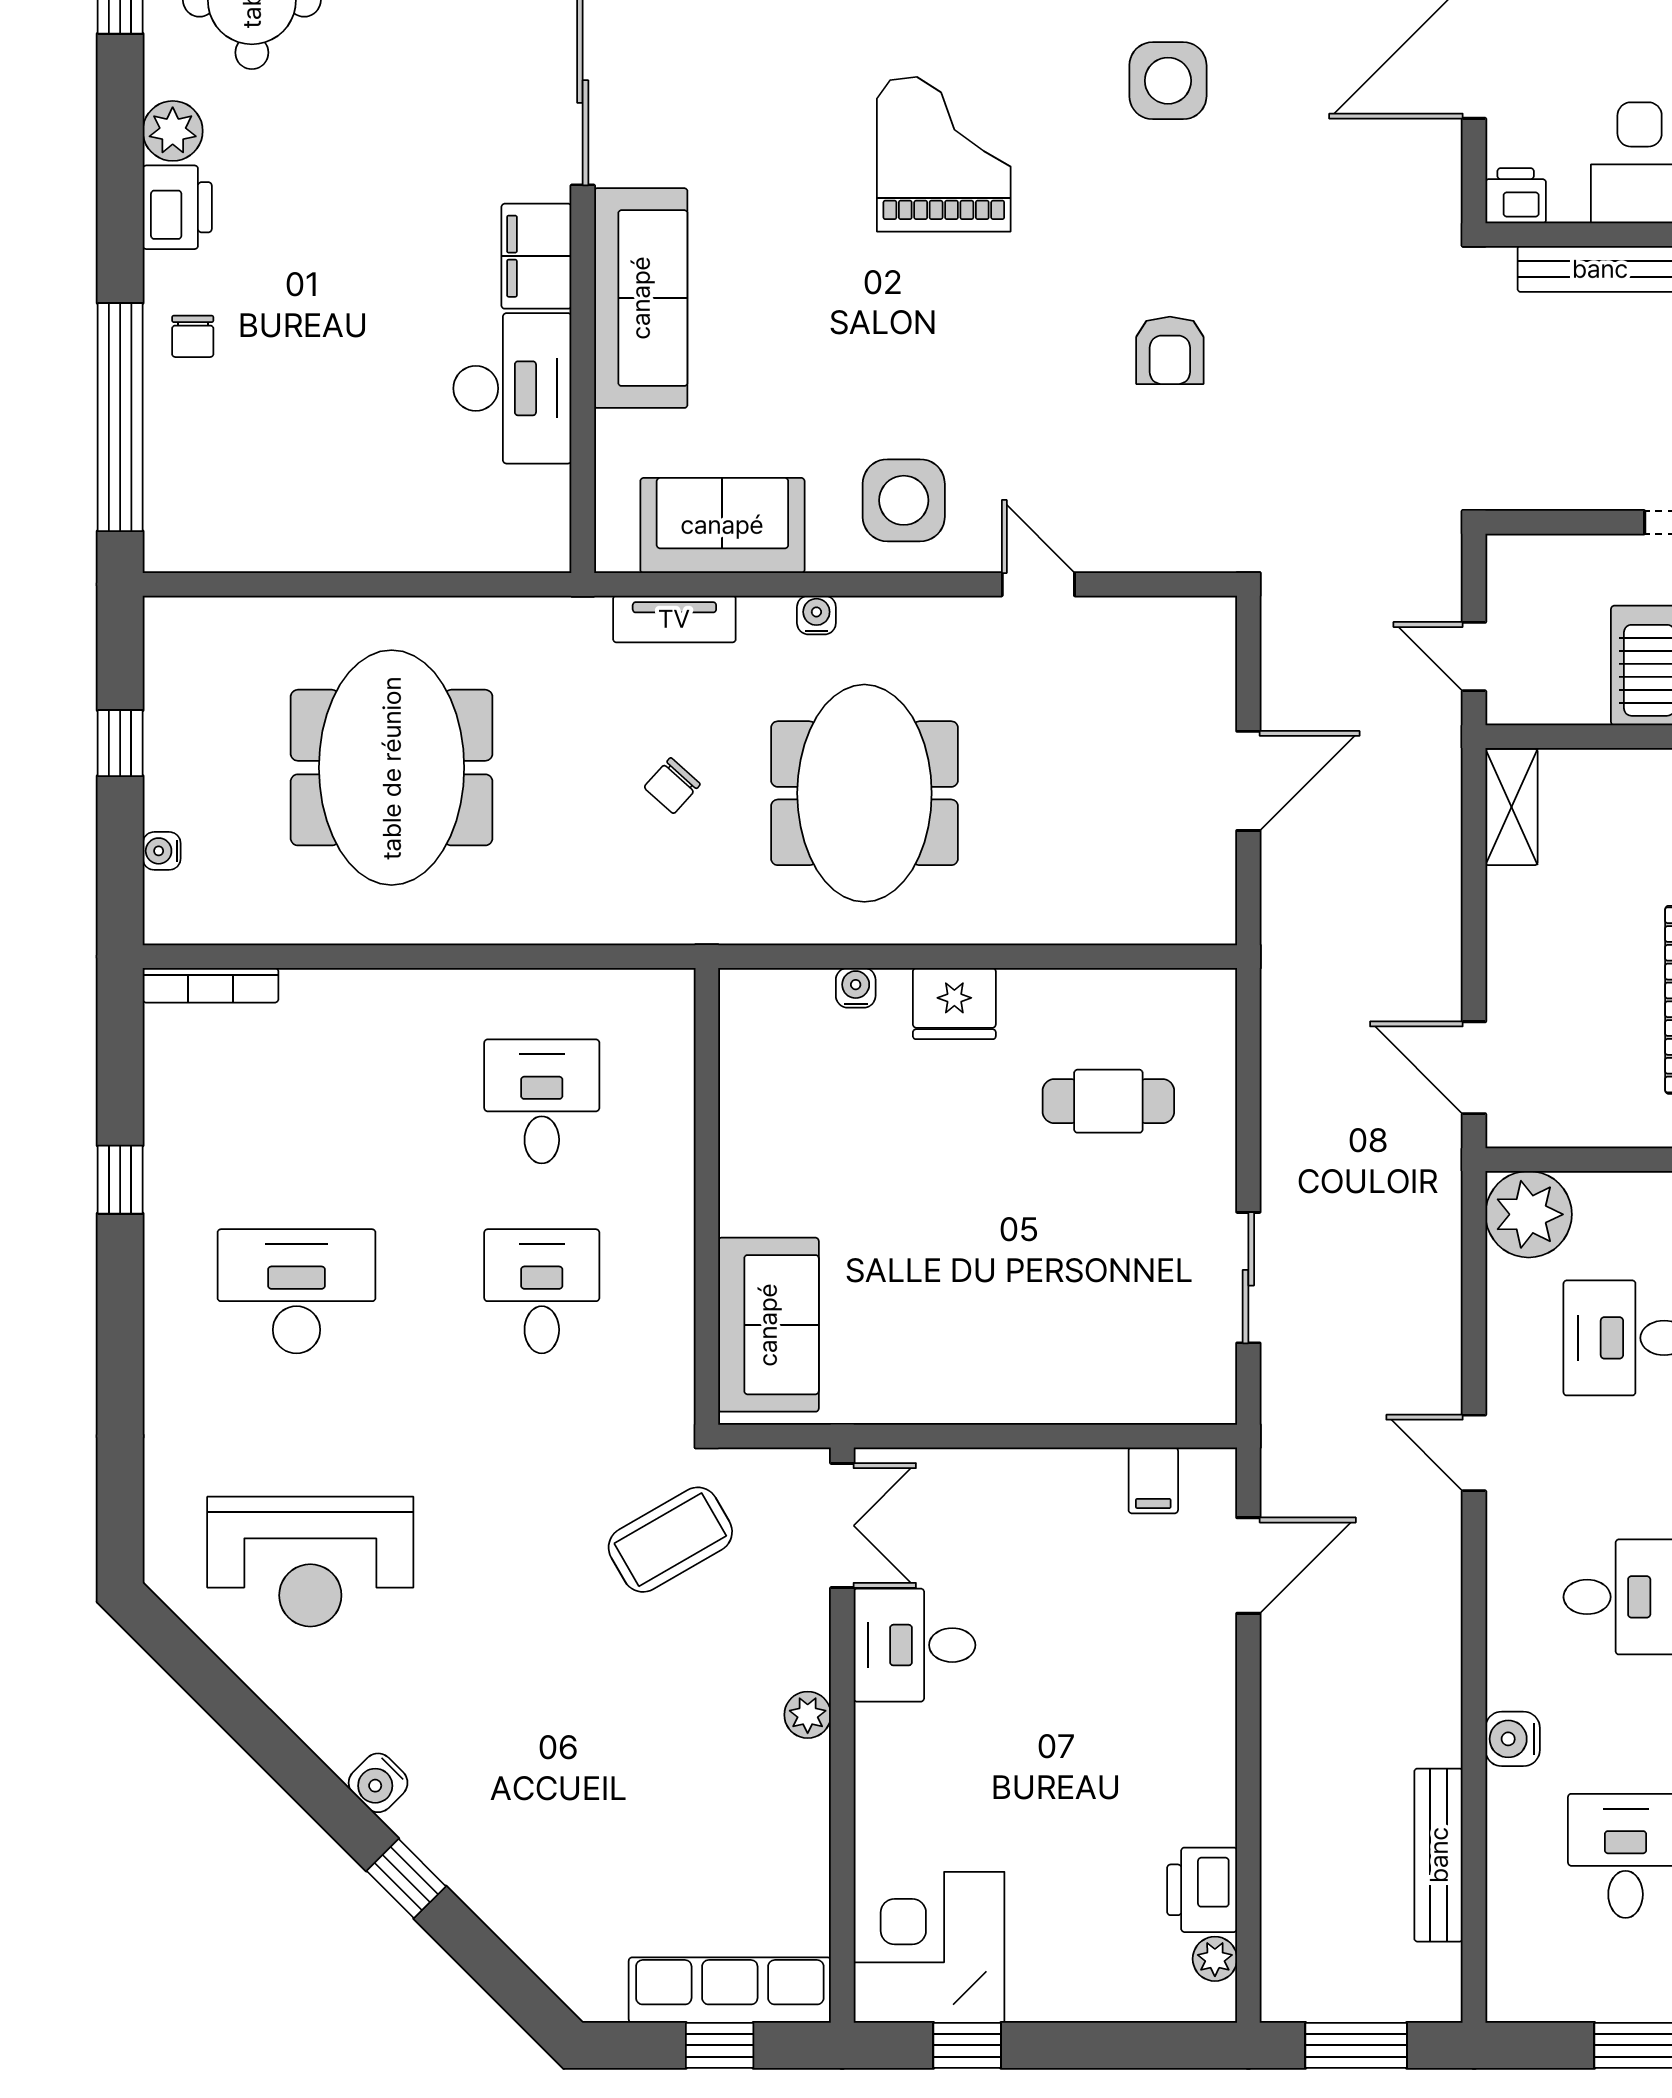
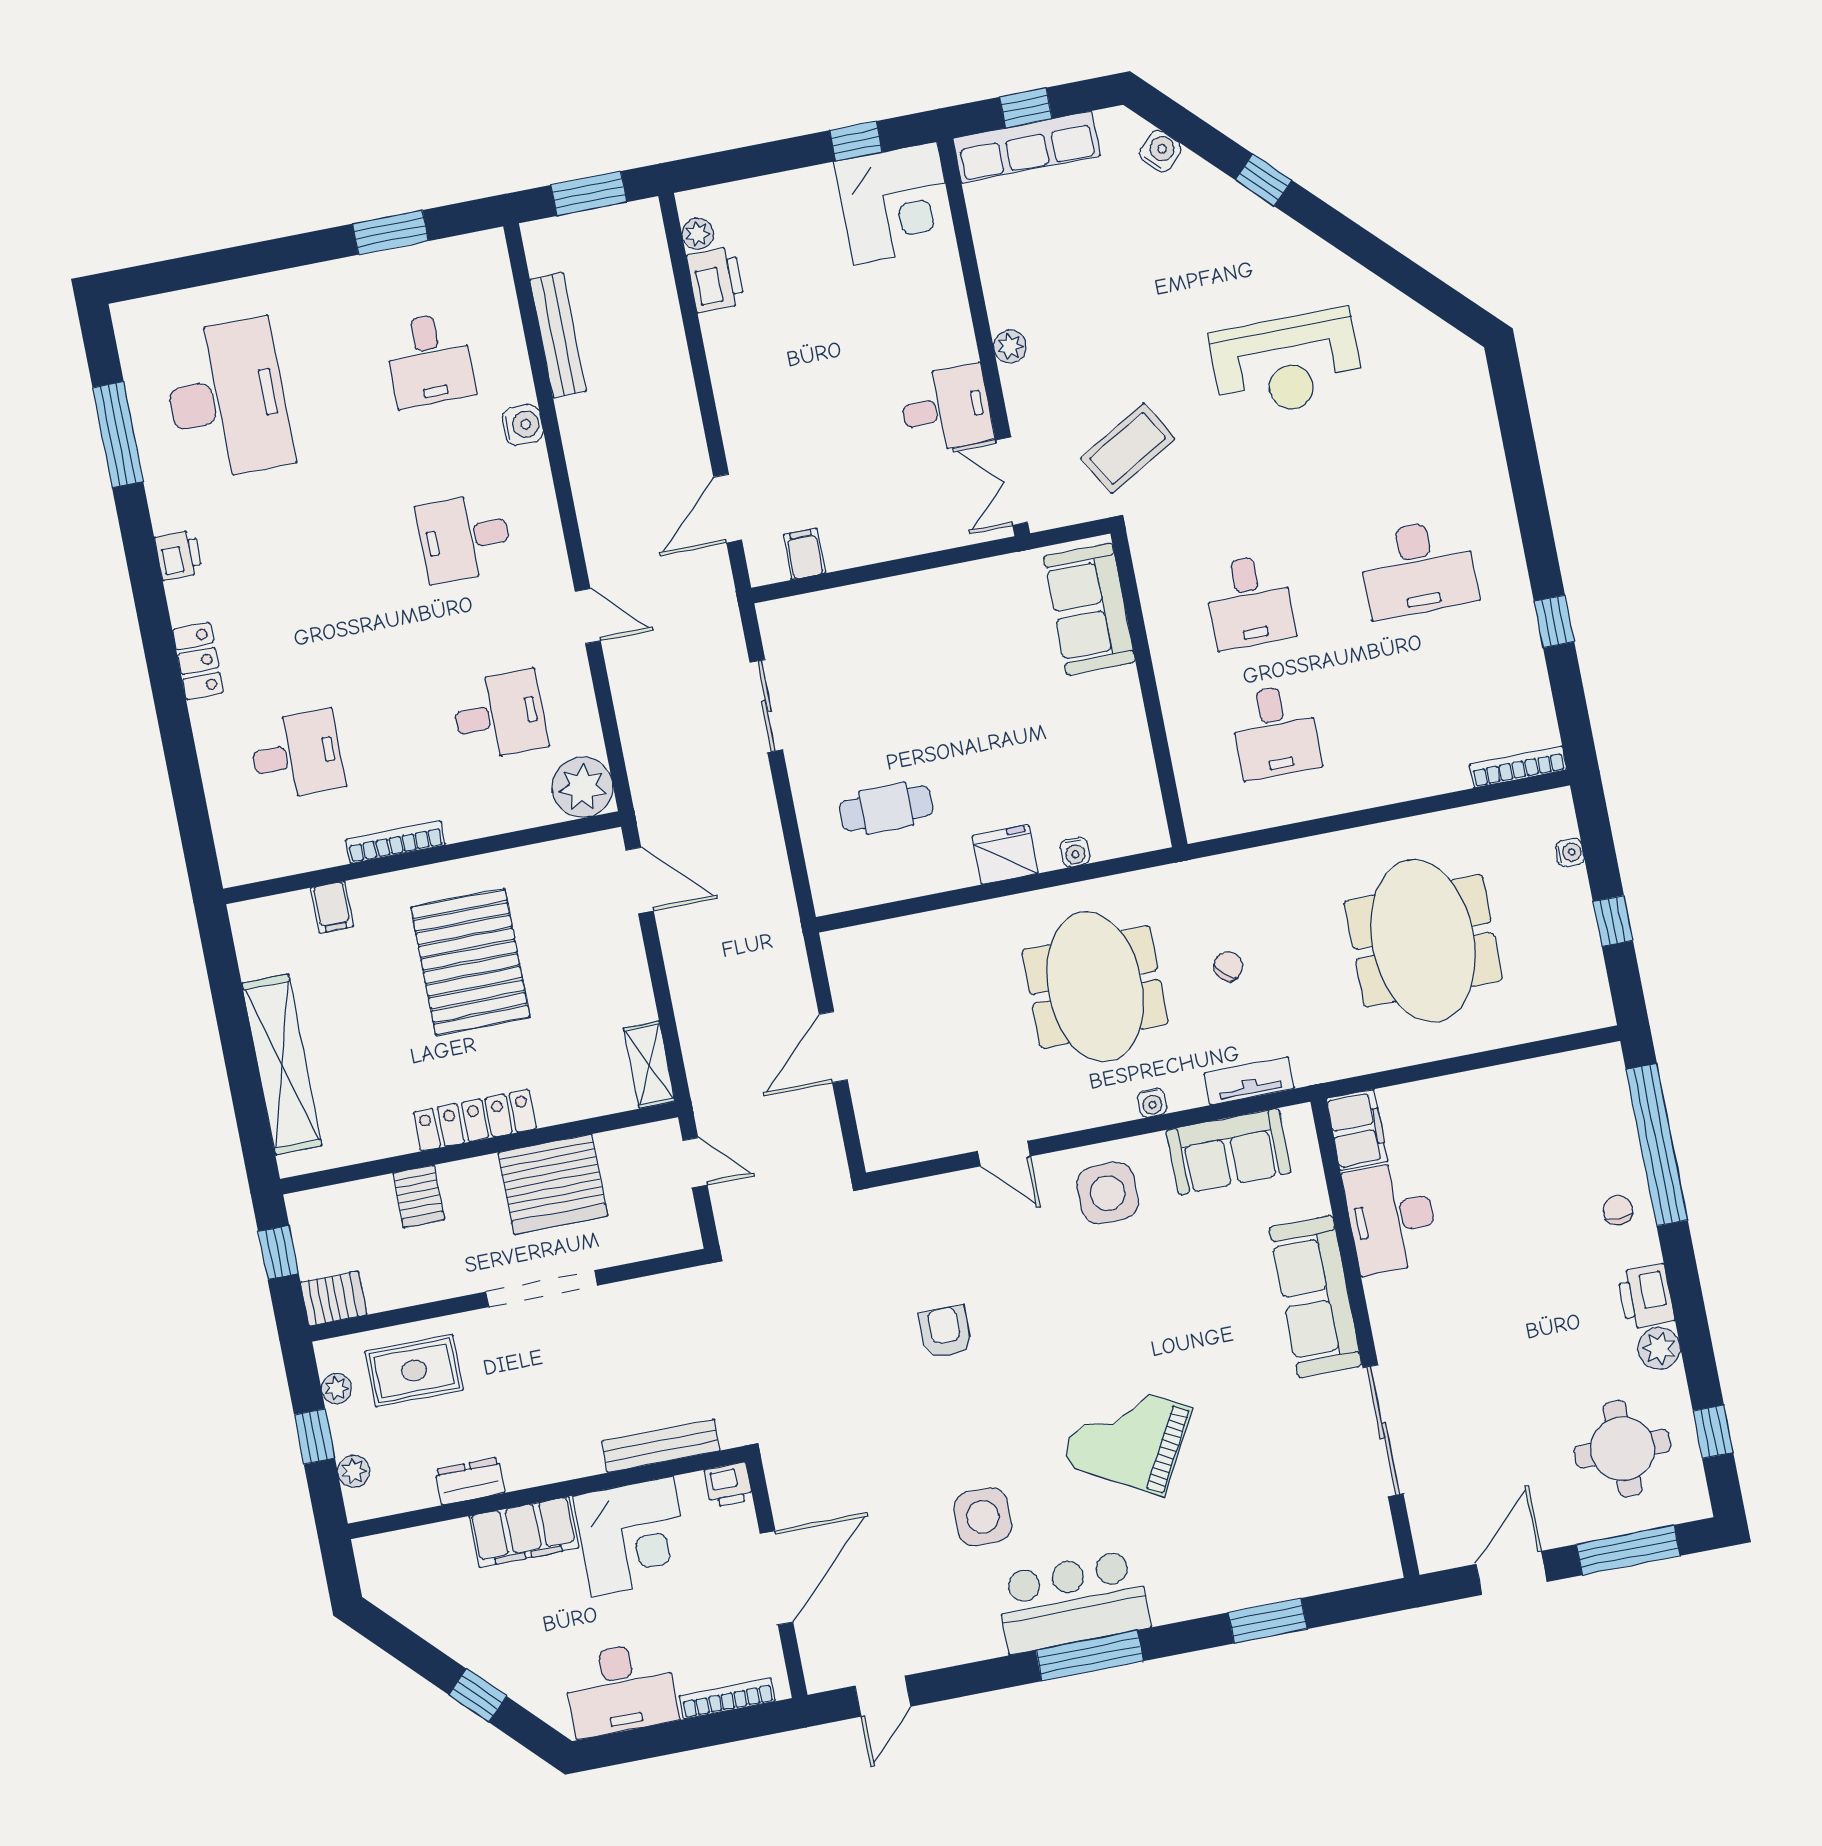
grand piano: (944, 154) -> (1127, 1436), turned 119
filing cabinet: (536, 256) -> (1357, 1130), moved
reception desk: (310, 1562) -> (1287, 364), moved, turned 180
water cooler: (378, 1783) -> (1161, 151), moved

